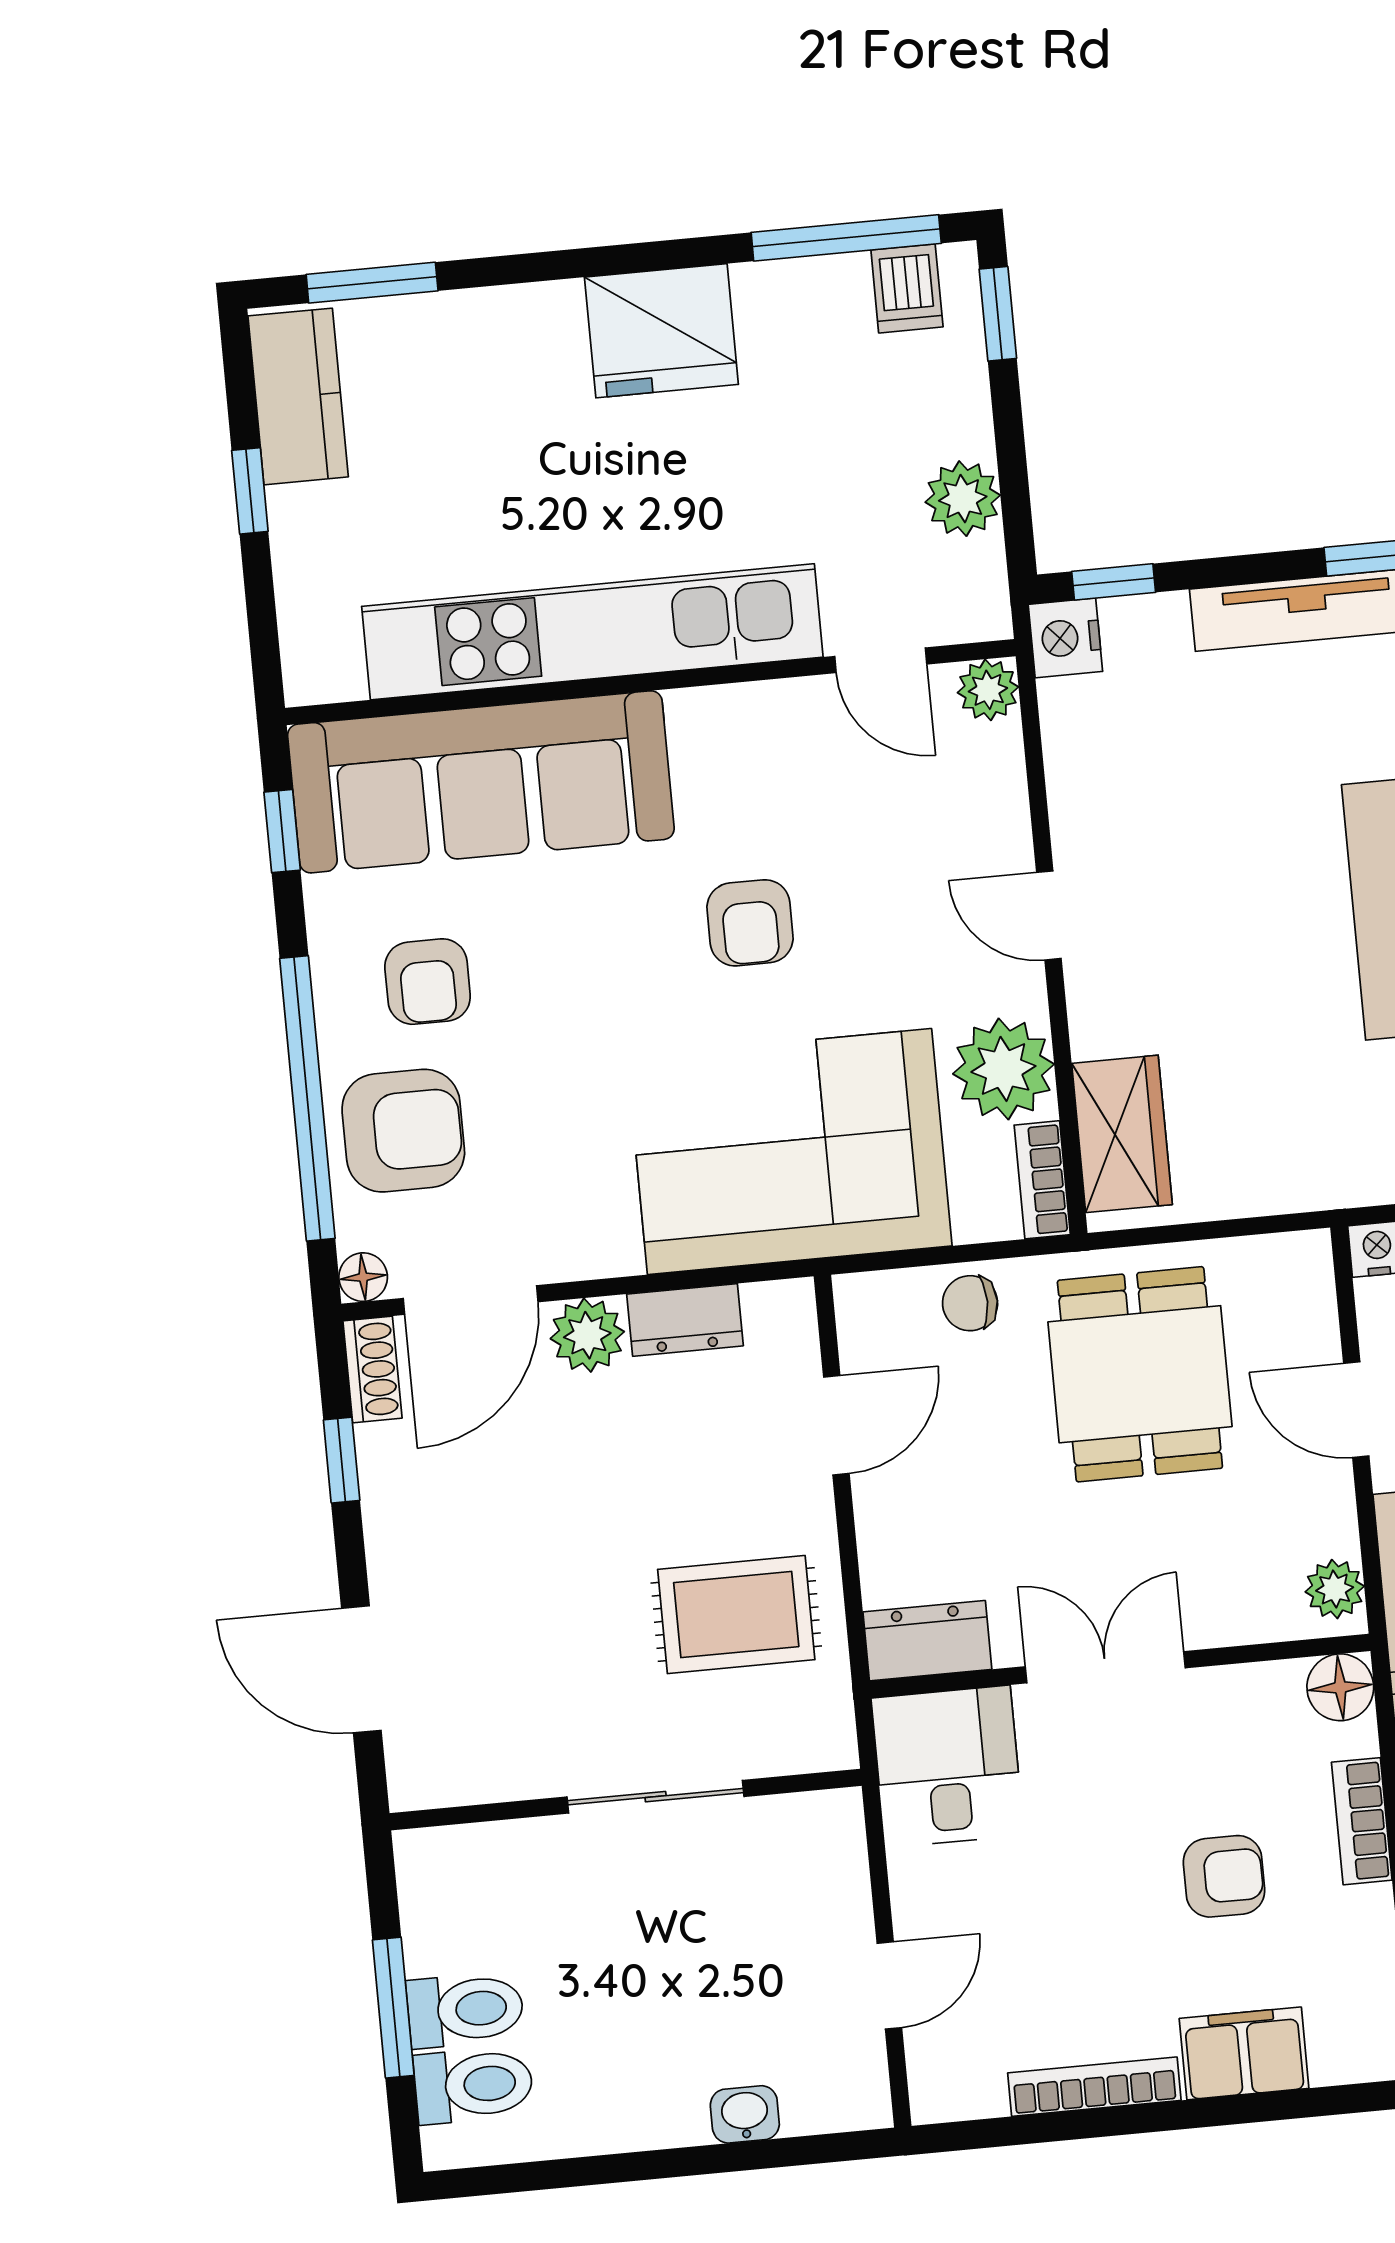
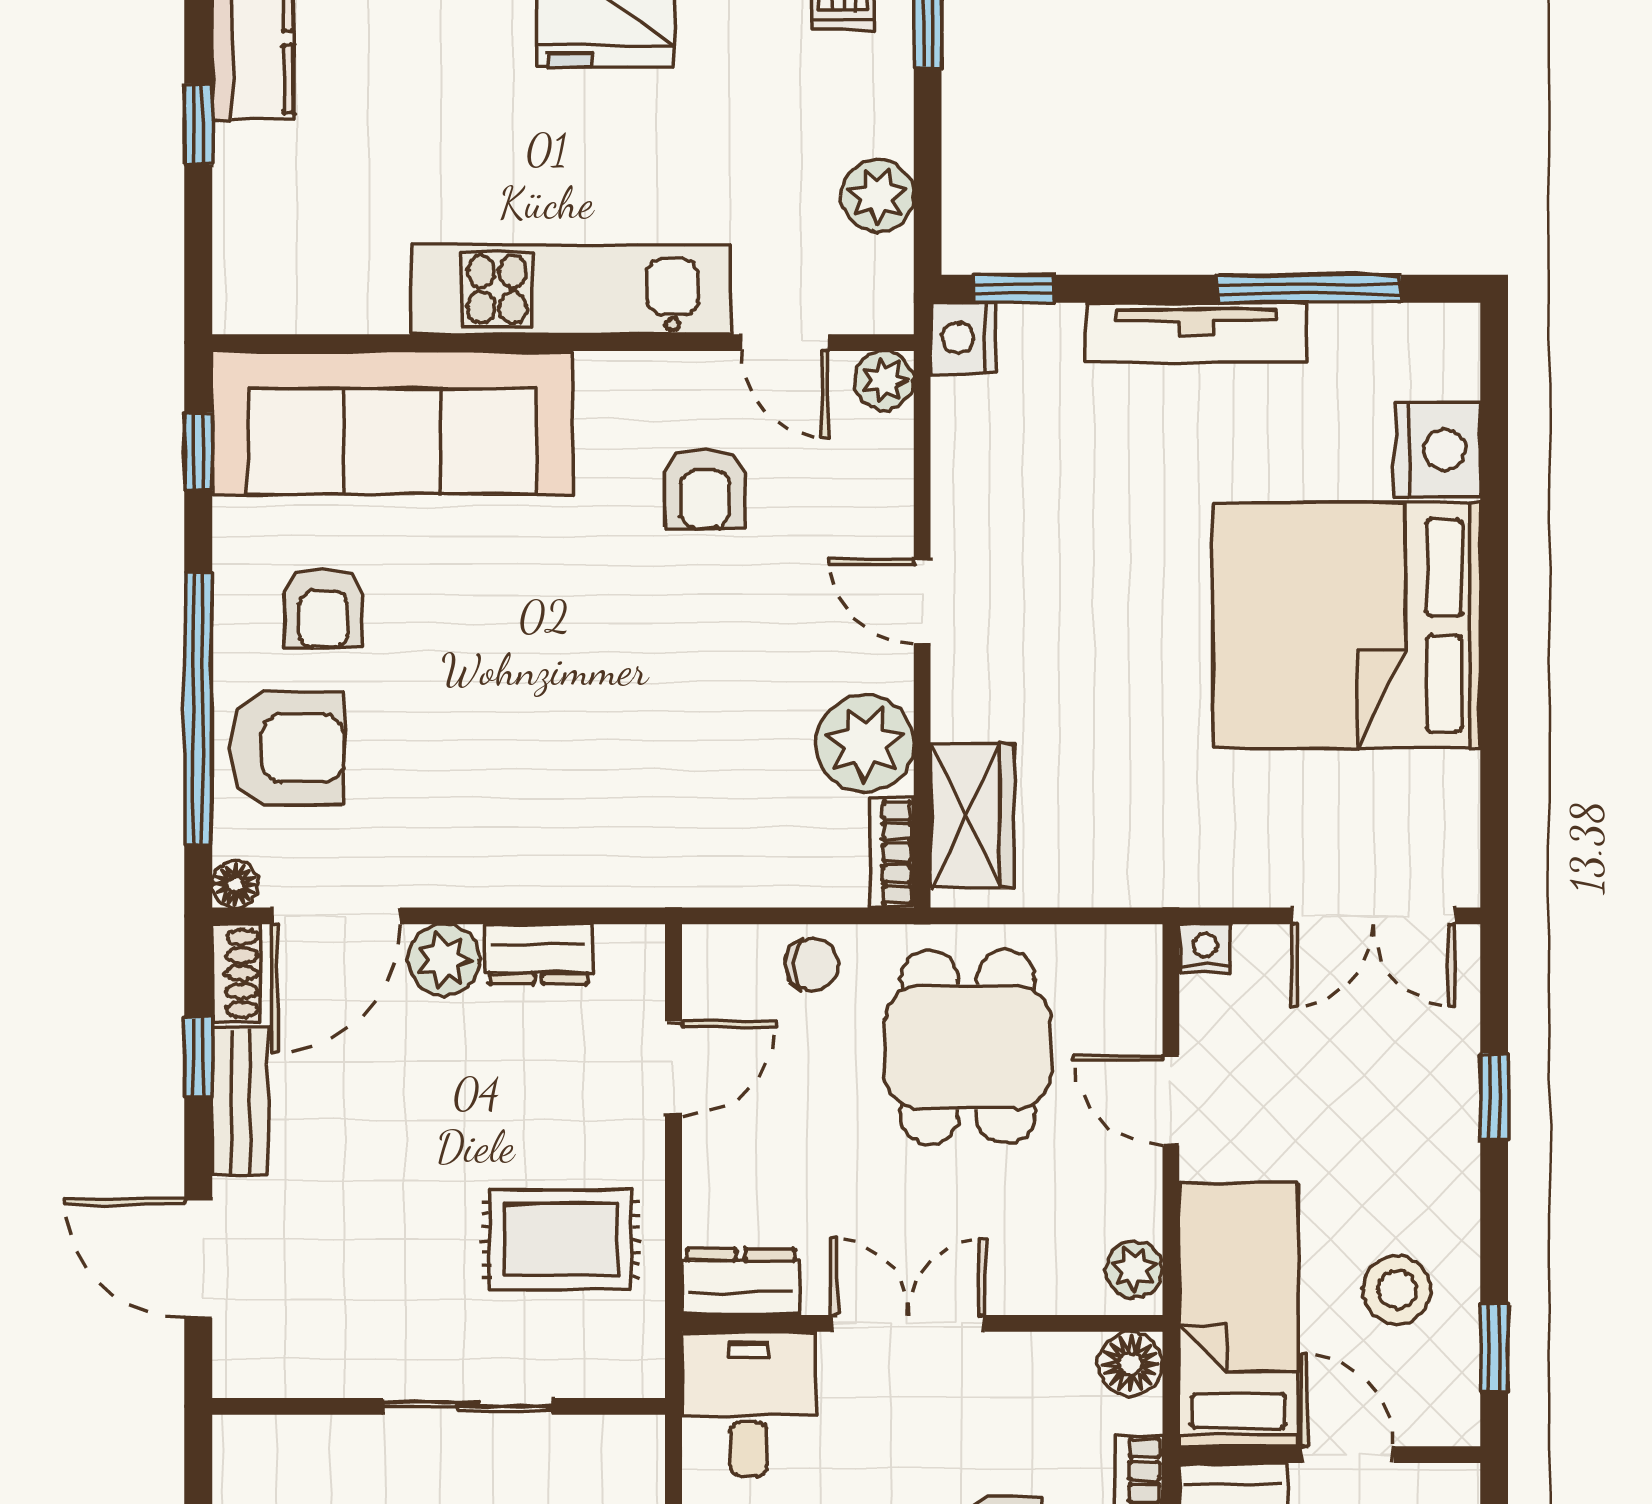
kitchen unit: (592, 632) -> (570, 289), width x0.73
armchair: (750, 923) -> (705, 488), moved
corner sofa: (790, 1152) -> (653, 803), removed
chair: (970, 1303) -> (812, 964), turned 180
bench: (390, 1502) -> (240, 1102), added

